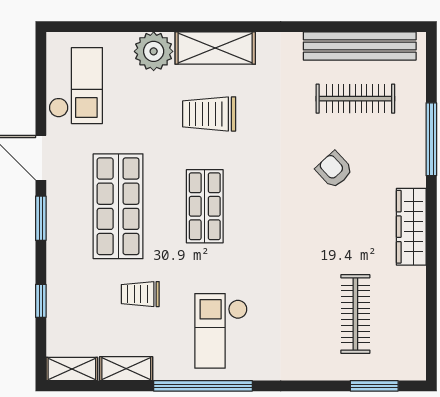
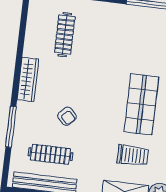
shop shelf: (205, 206) -> (141, 104), width x1.43, depth x1.36
checkout: (221, 331) -> (141, 34), removed

